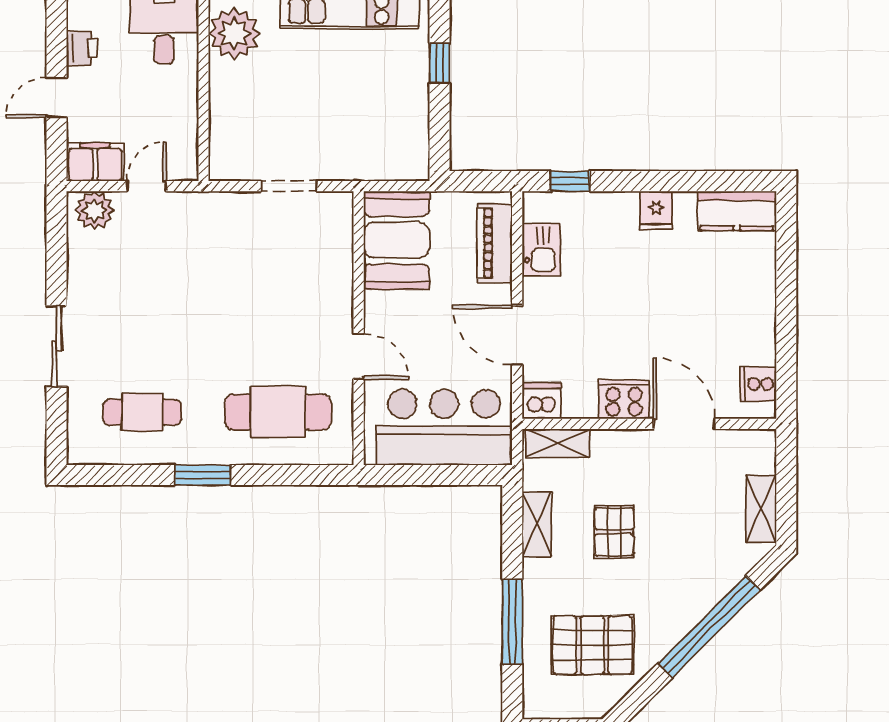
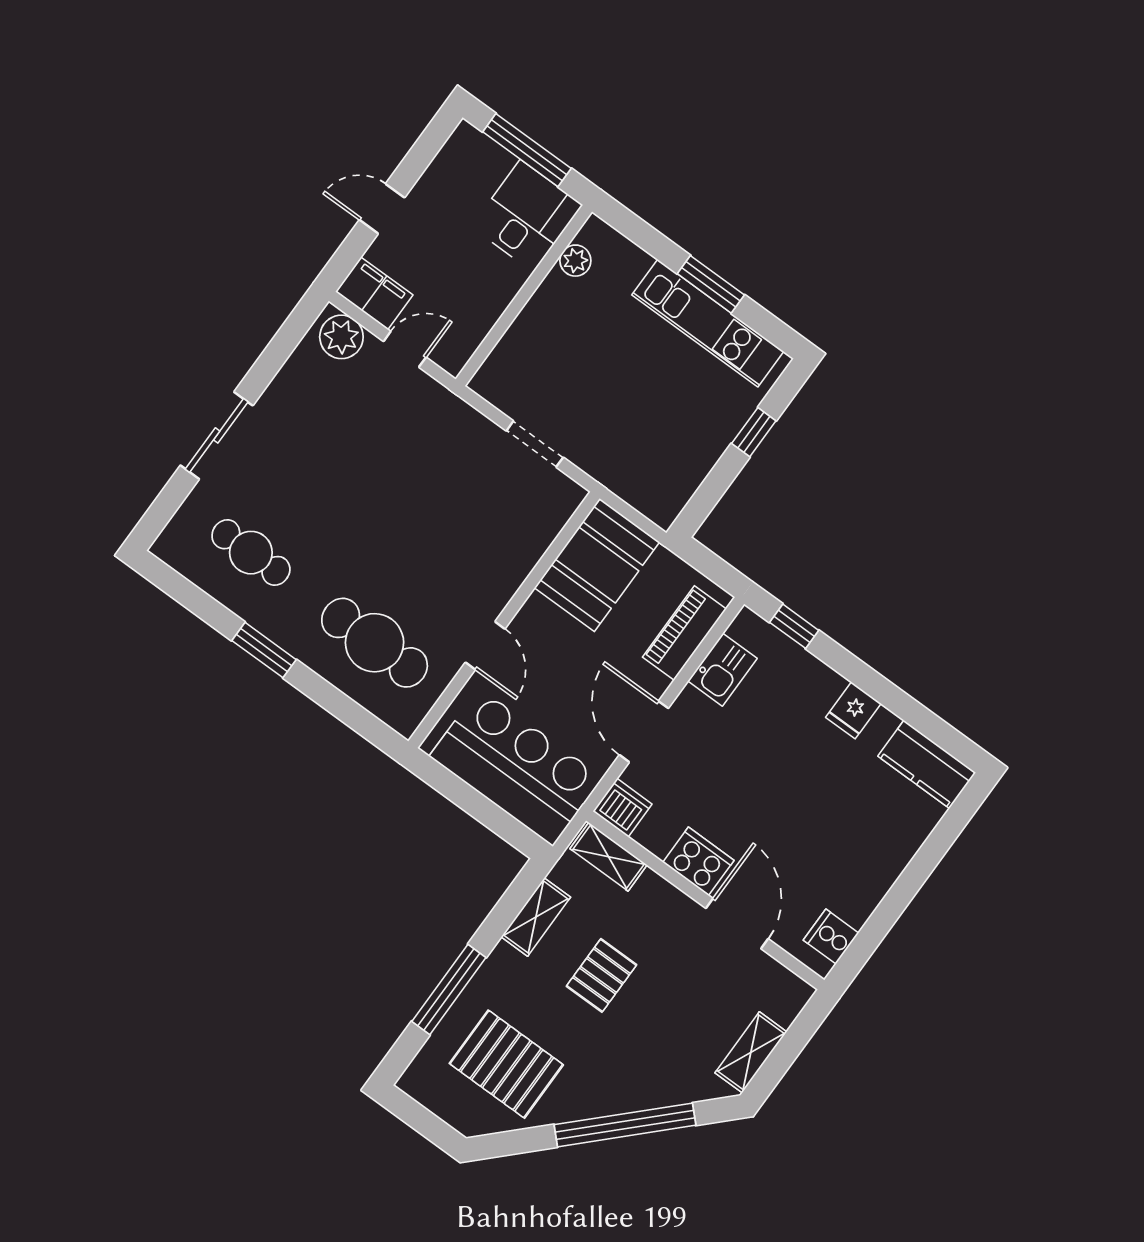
plant: (234, 33) -> (575, 261), width x0.53, depth x0.53
printer: (82, 48) -> (438, 181), removed

